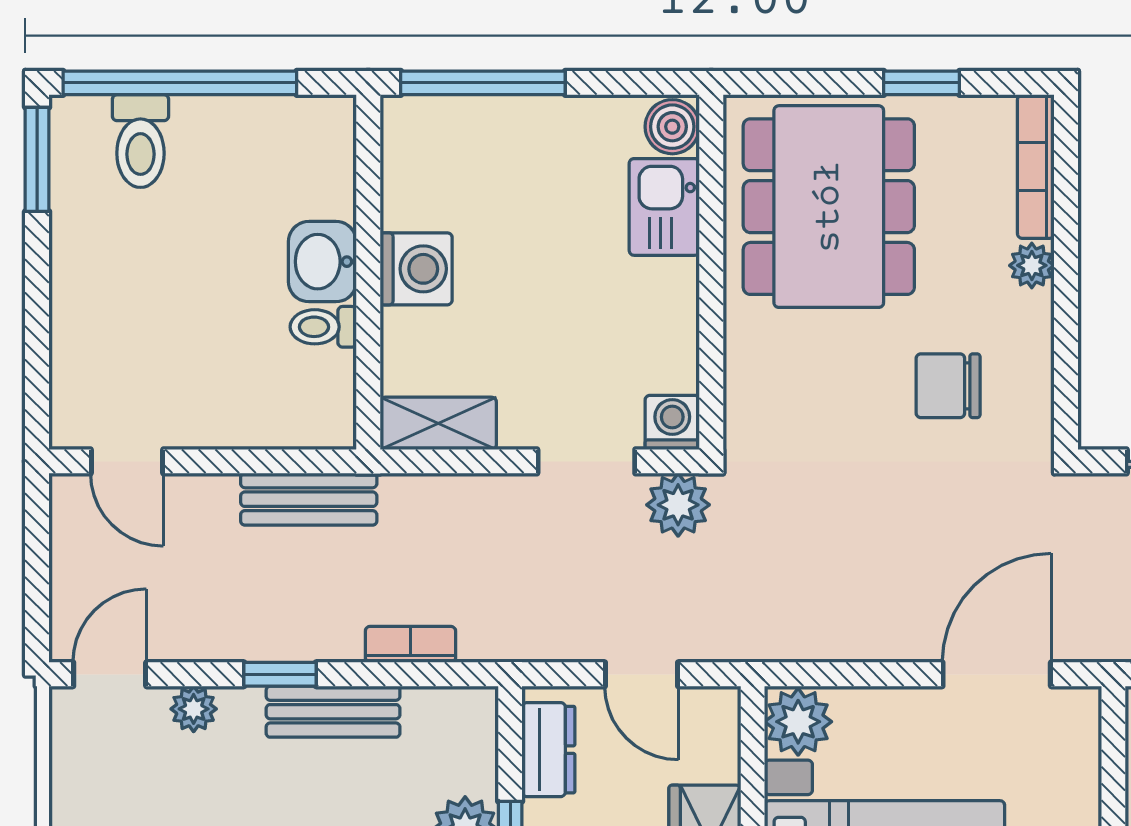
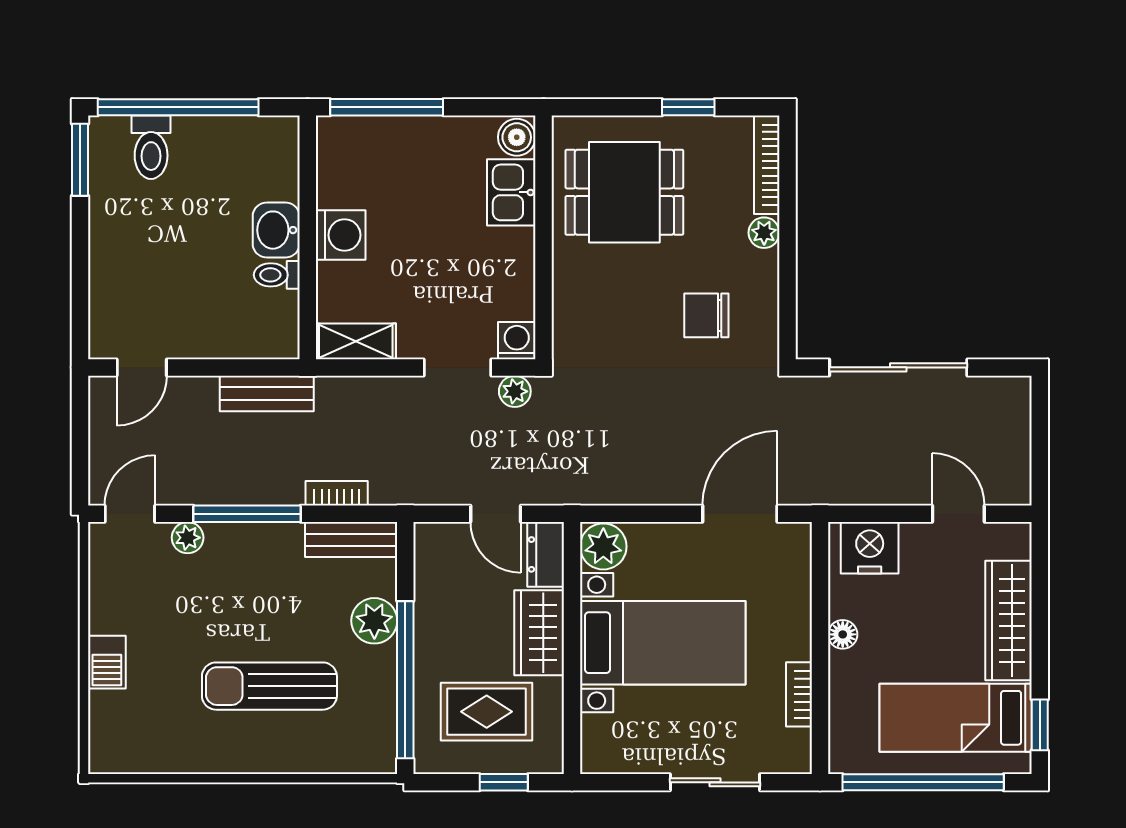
dining table: (829, 207) -> (624, 192), width x0.73
door: (127, 461) -> (142, 367), hinge flipped
plant: (678, 505) -> (515, 391), width x0.73, depth x0.73
window: (280, 674) -> (247, 514), width x2.17
bench: (333, 712) -> (351, 540), moved
dresser: (548, 750) -> (546, 554), moved, turned 180

